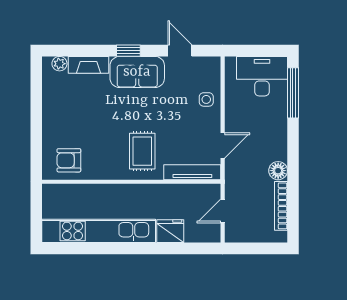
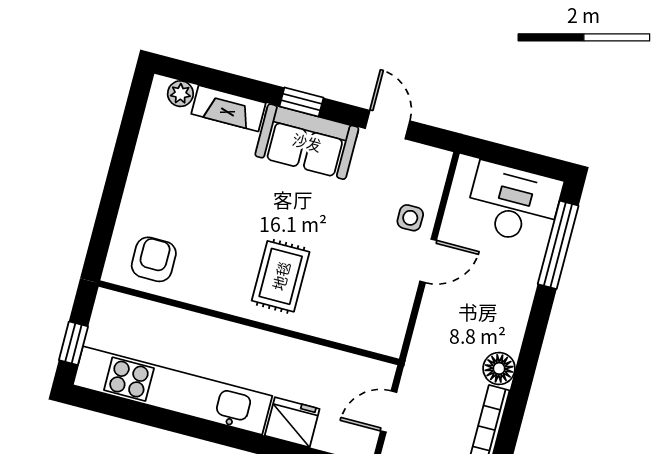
door: (223, 146) -> (428, 261), moved
armchair: (69, 160) -> (154, 259), turned 90
tv unit: (192, 172) -> (355, 333), removed
window: (36, 219) -> (73, 343), added

